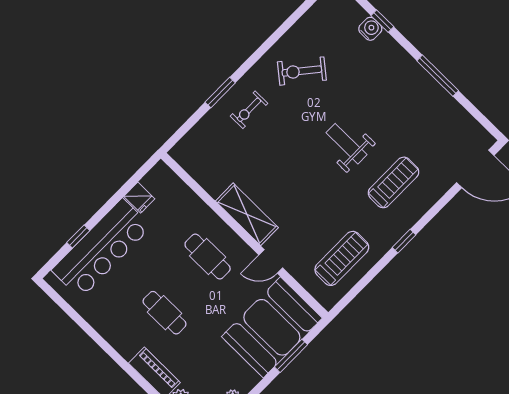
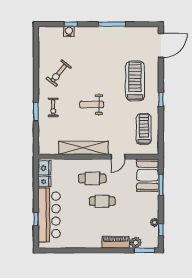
weight bench: (347, 144) -> (92, 105), moved
fridge: (157, 179) -> (44, 168), added
treadmill: (394, 182) -> (135, 81), width x1.37, depth x1.38
shelving: (247, 214) -> (84, 148), width x1.47
cafe table: (165, 313) -> (102, 201), moved
booth: (272, 327) -> (148, 175), width x0.73, depth x0.70

